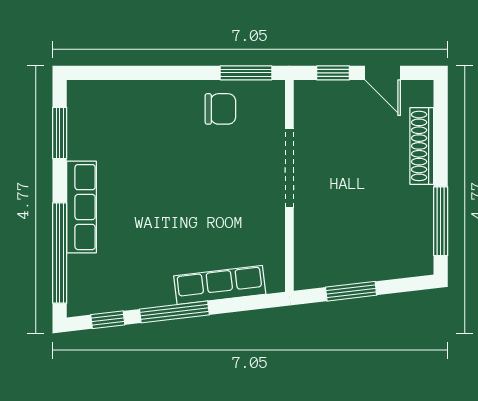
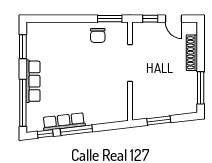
chair: (220, 109) -> (98, 35), turned 90
row of seats: (220, 285) -> (64, 122), moved

